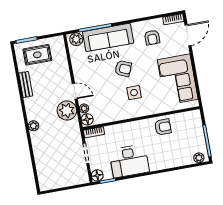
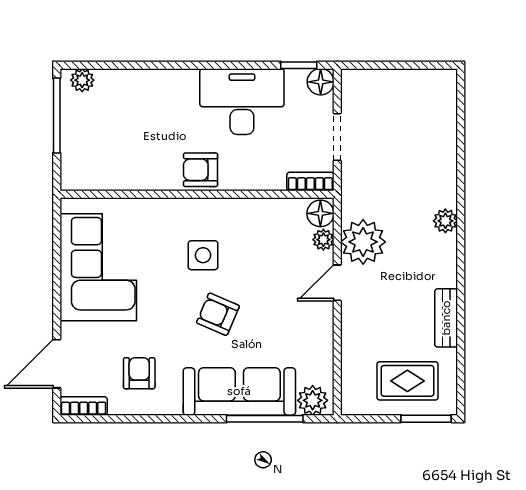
door: (75, 91) -> (337, 283), hinge flipped
armchair: (163, 127) -> (200, 170), moved

